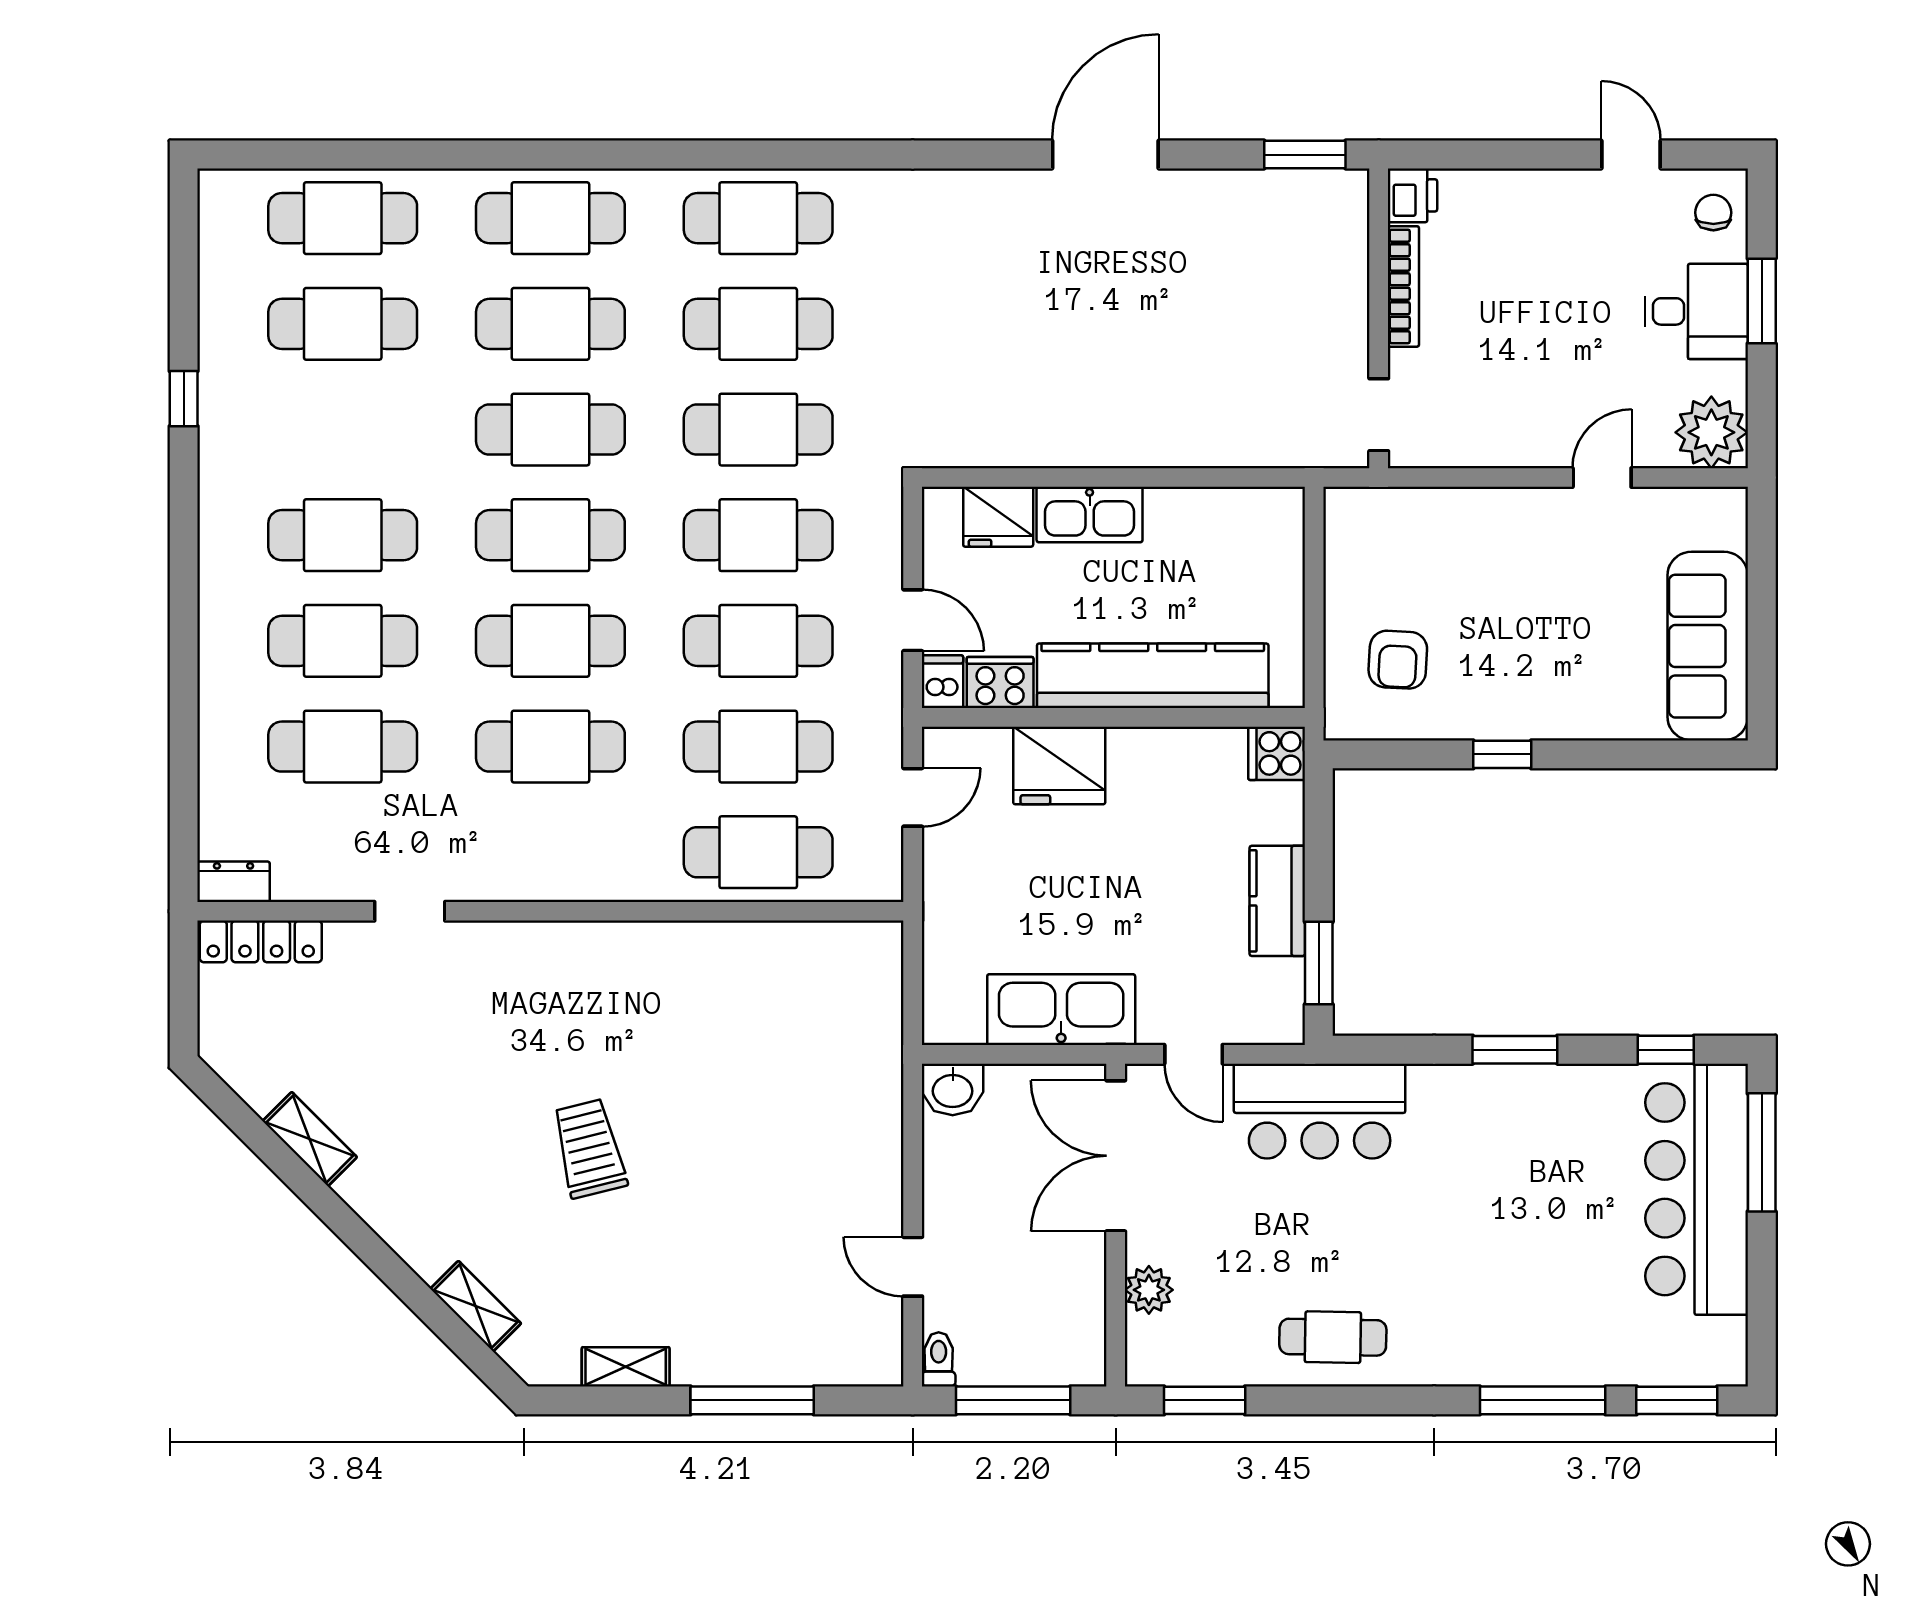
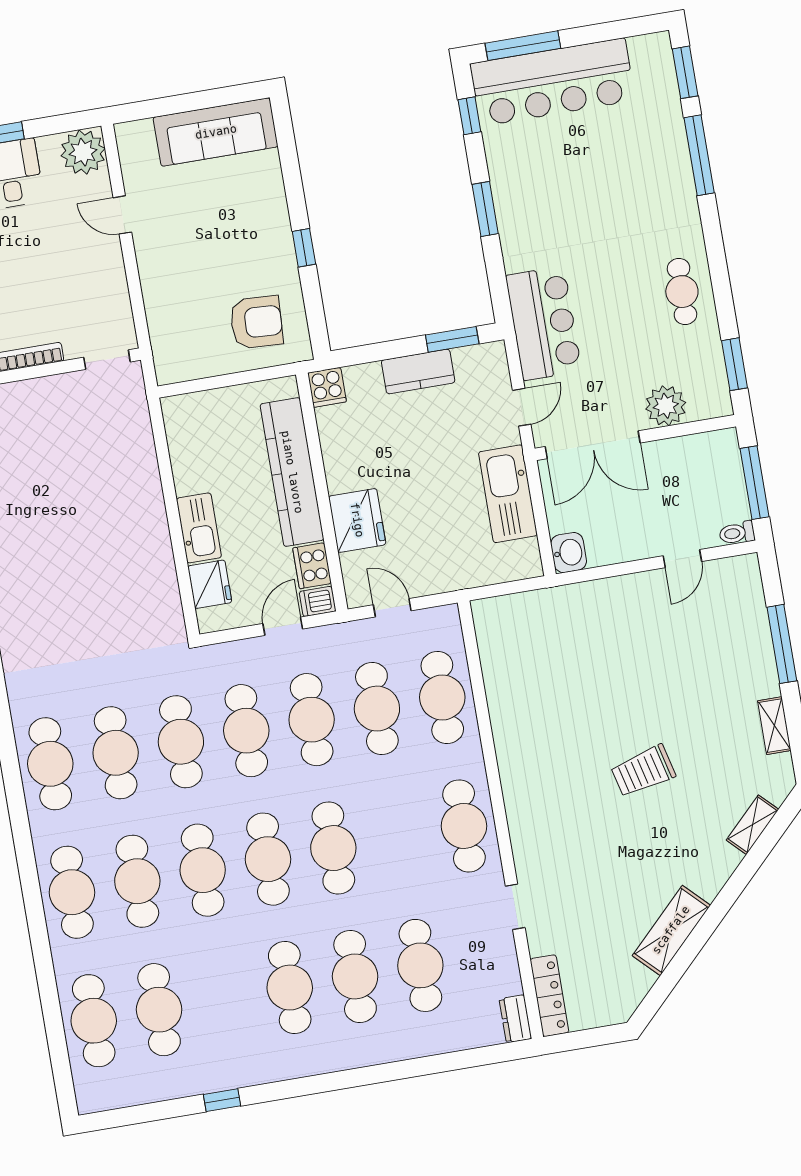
armchair: (1398, 660) -> (256, 322), width x1.38, depth x1.38
cafe table: (550, 747) -> (464, 826), moved
shelving: (310, 1139) -> (671, 930), width x1.50, depth x1.33
plant: (1149, 1290) -> (666, 406), width x1.36, depth x1.36

